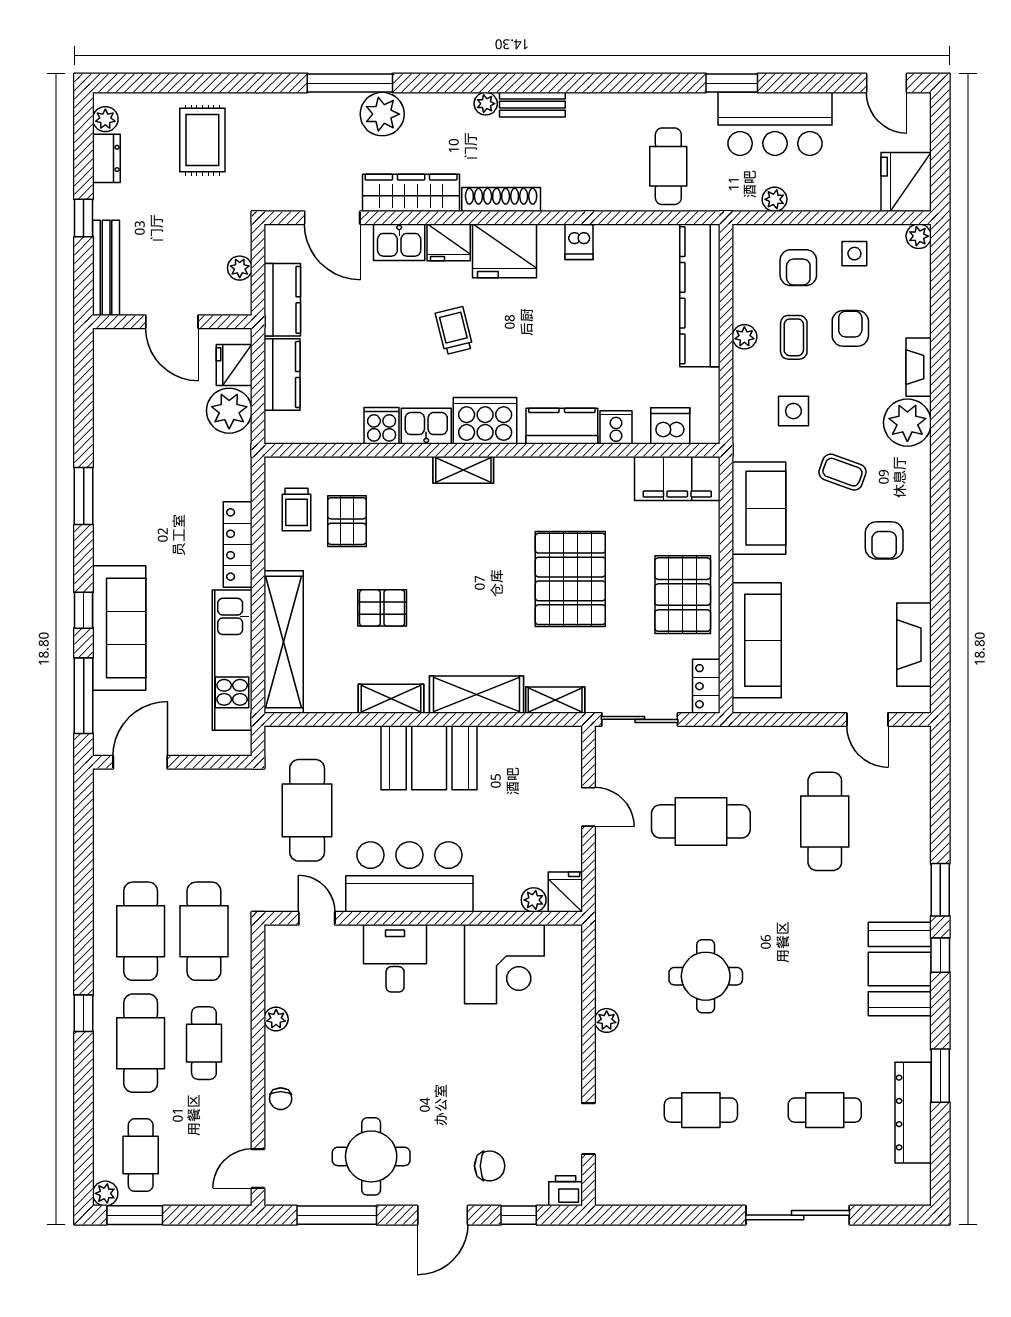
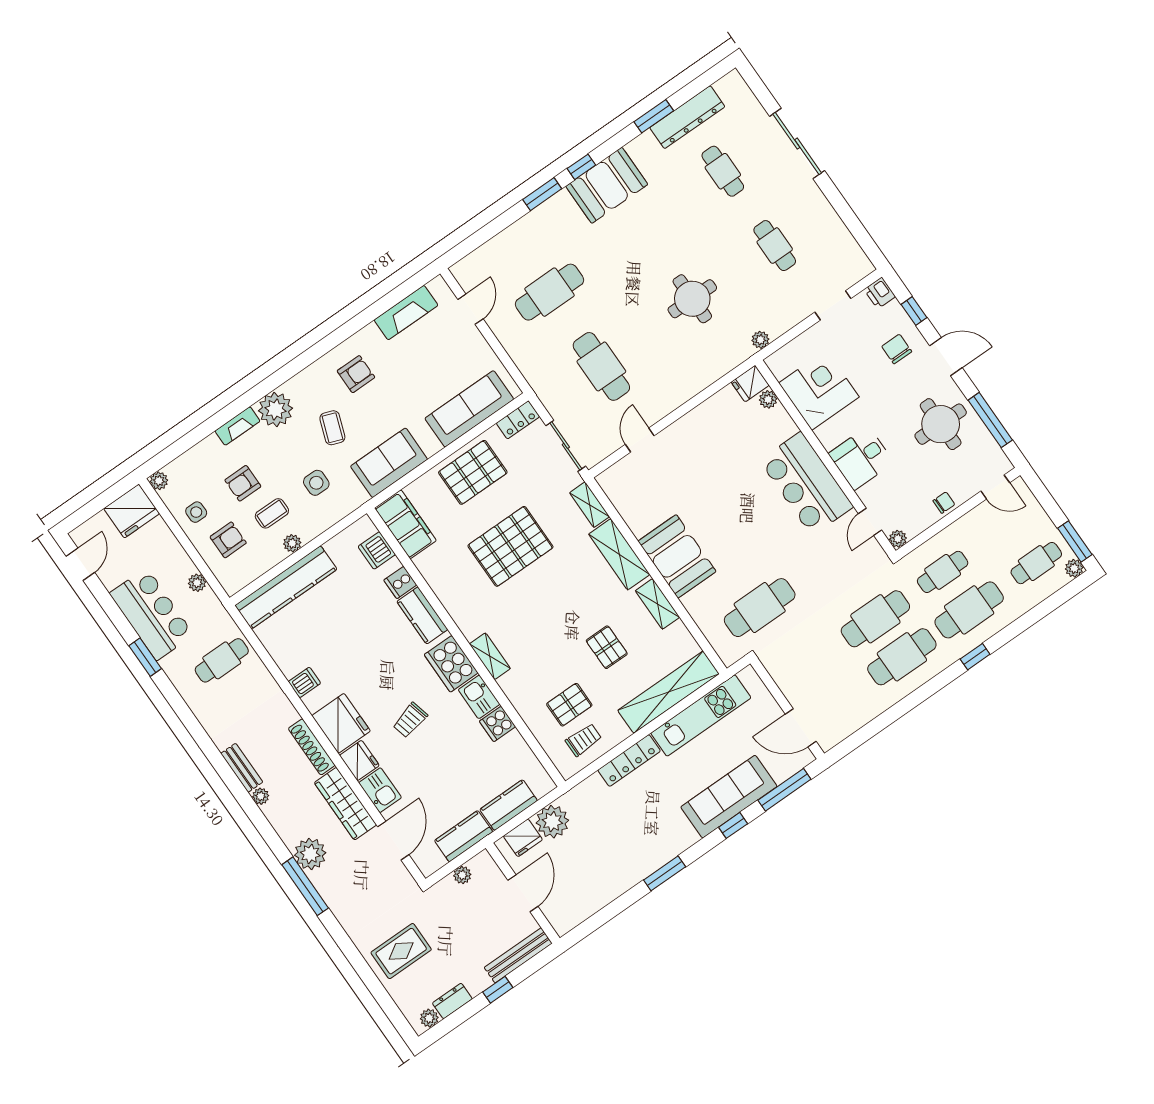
bar counter: (409, 877) -> (806, 484), moved
fridge: (565, 892) -> (750, 384), moved
plant: (534, 900) -> (768, 399), moved
door: (317, 918) -> (870, 522), moved
wall: (423, 918) -> (825, 458), moved
desk: (395, 958) -> (861, 458), moved
corner desk: (504, 964) -> (819, 390), moved

